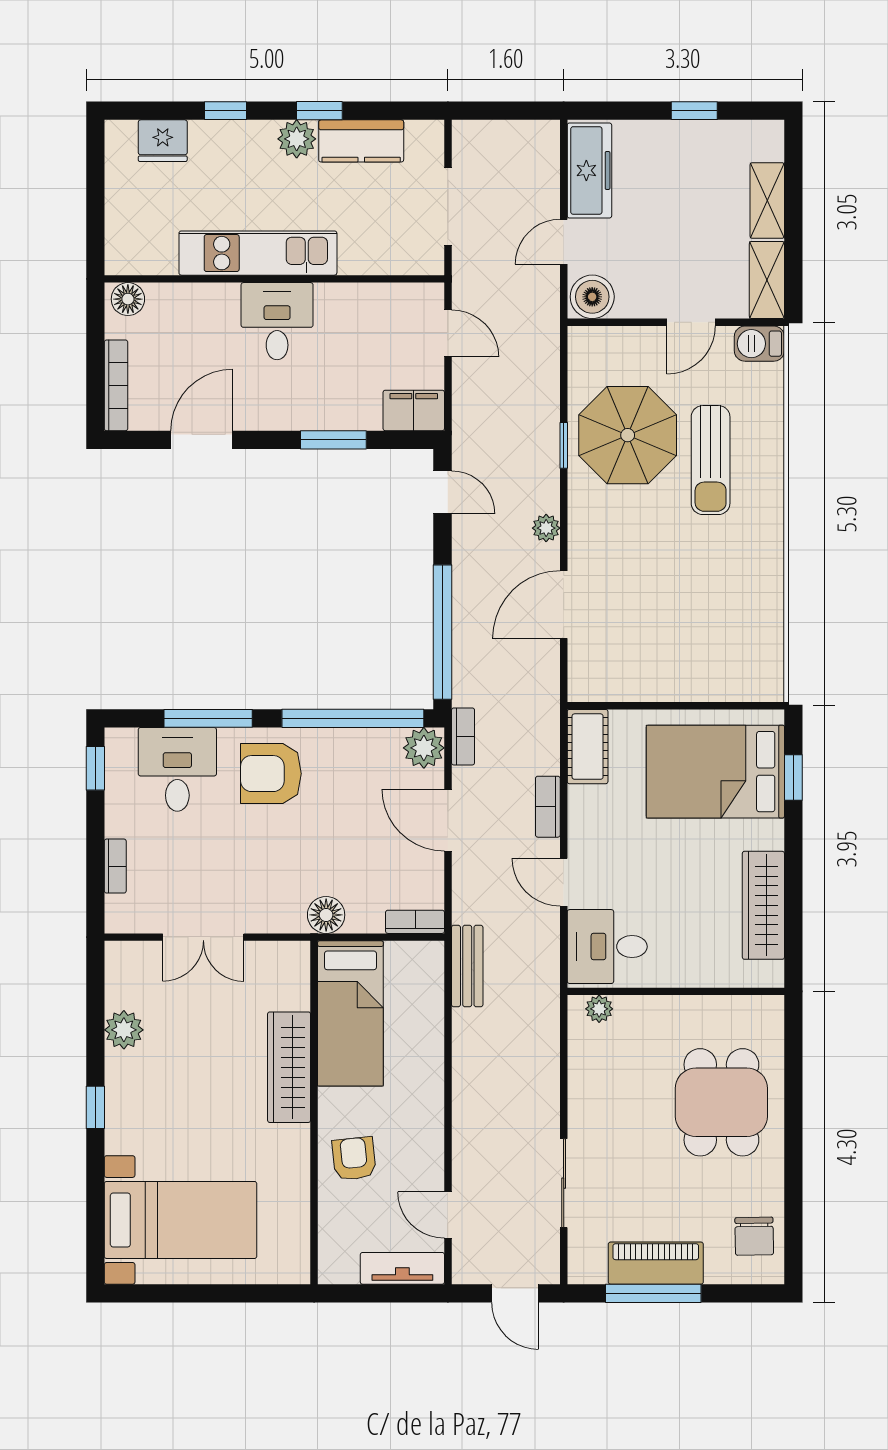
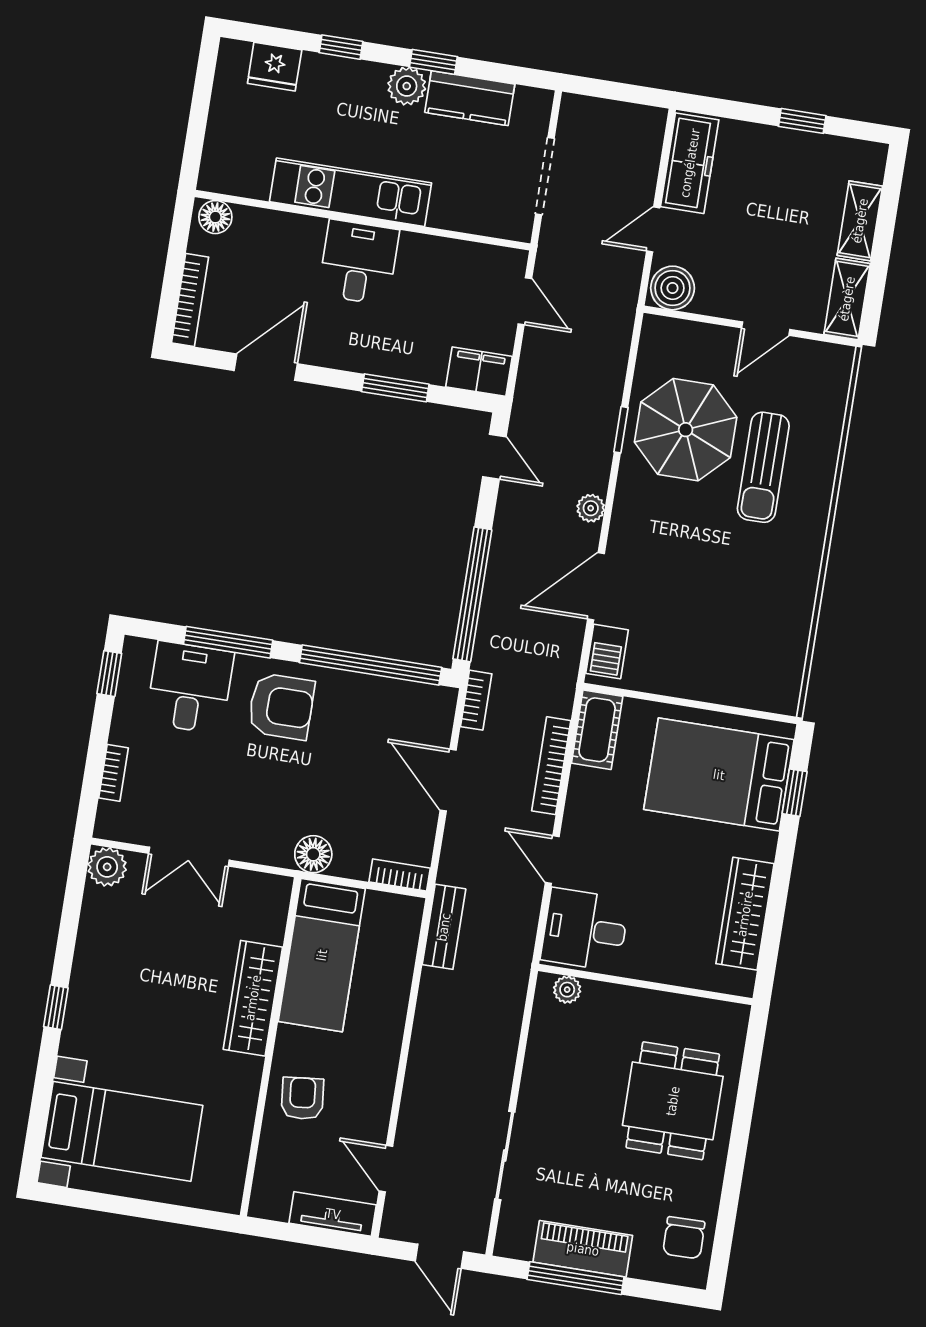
barbecue: (759, 344) -> (607, 652), moved, turned -90
plant: (424, 748) -> (436, 705), removed
armchair: (271, 774) -> (281, 706), turned 180
bookcase: (548, 807) -> (551, 766), width x1.56
plant: (124, 1030) -> (107, 867), moved

